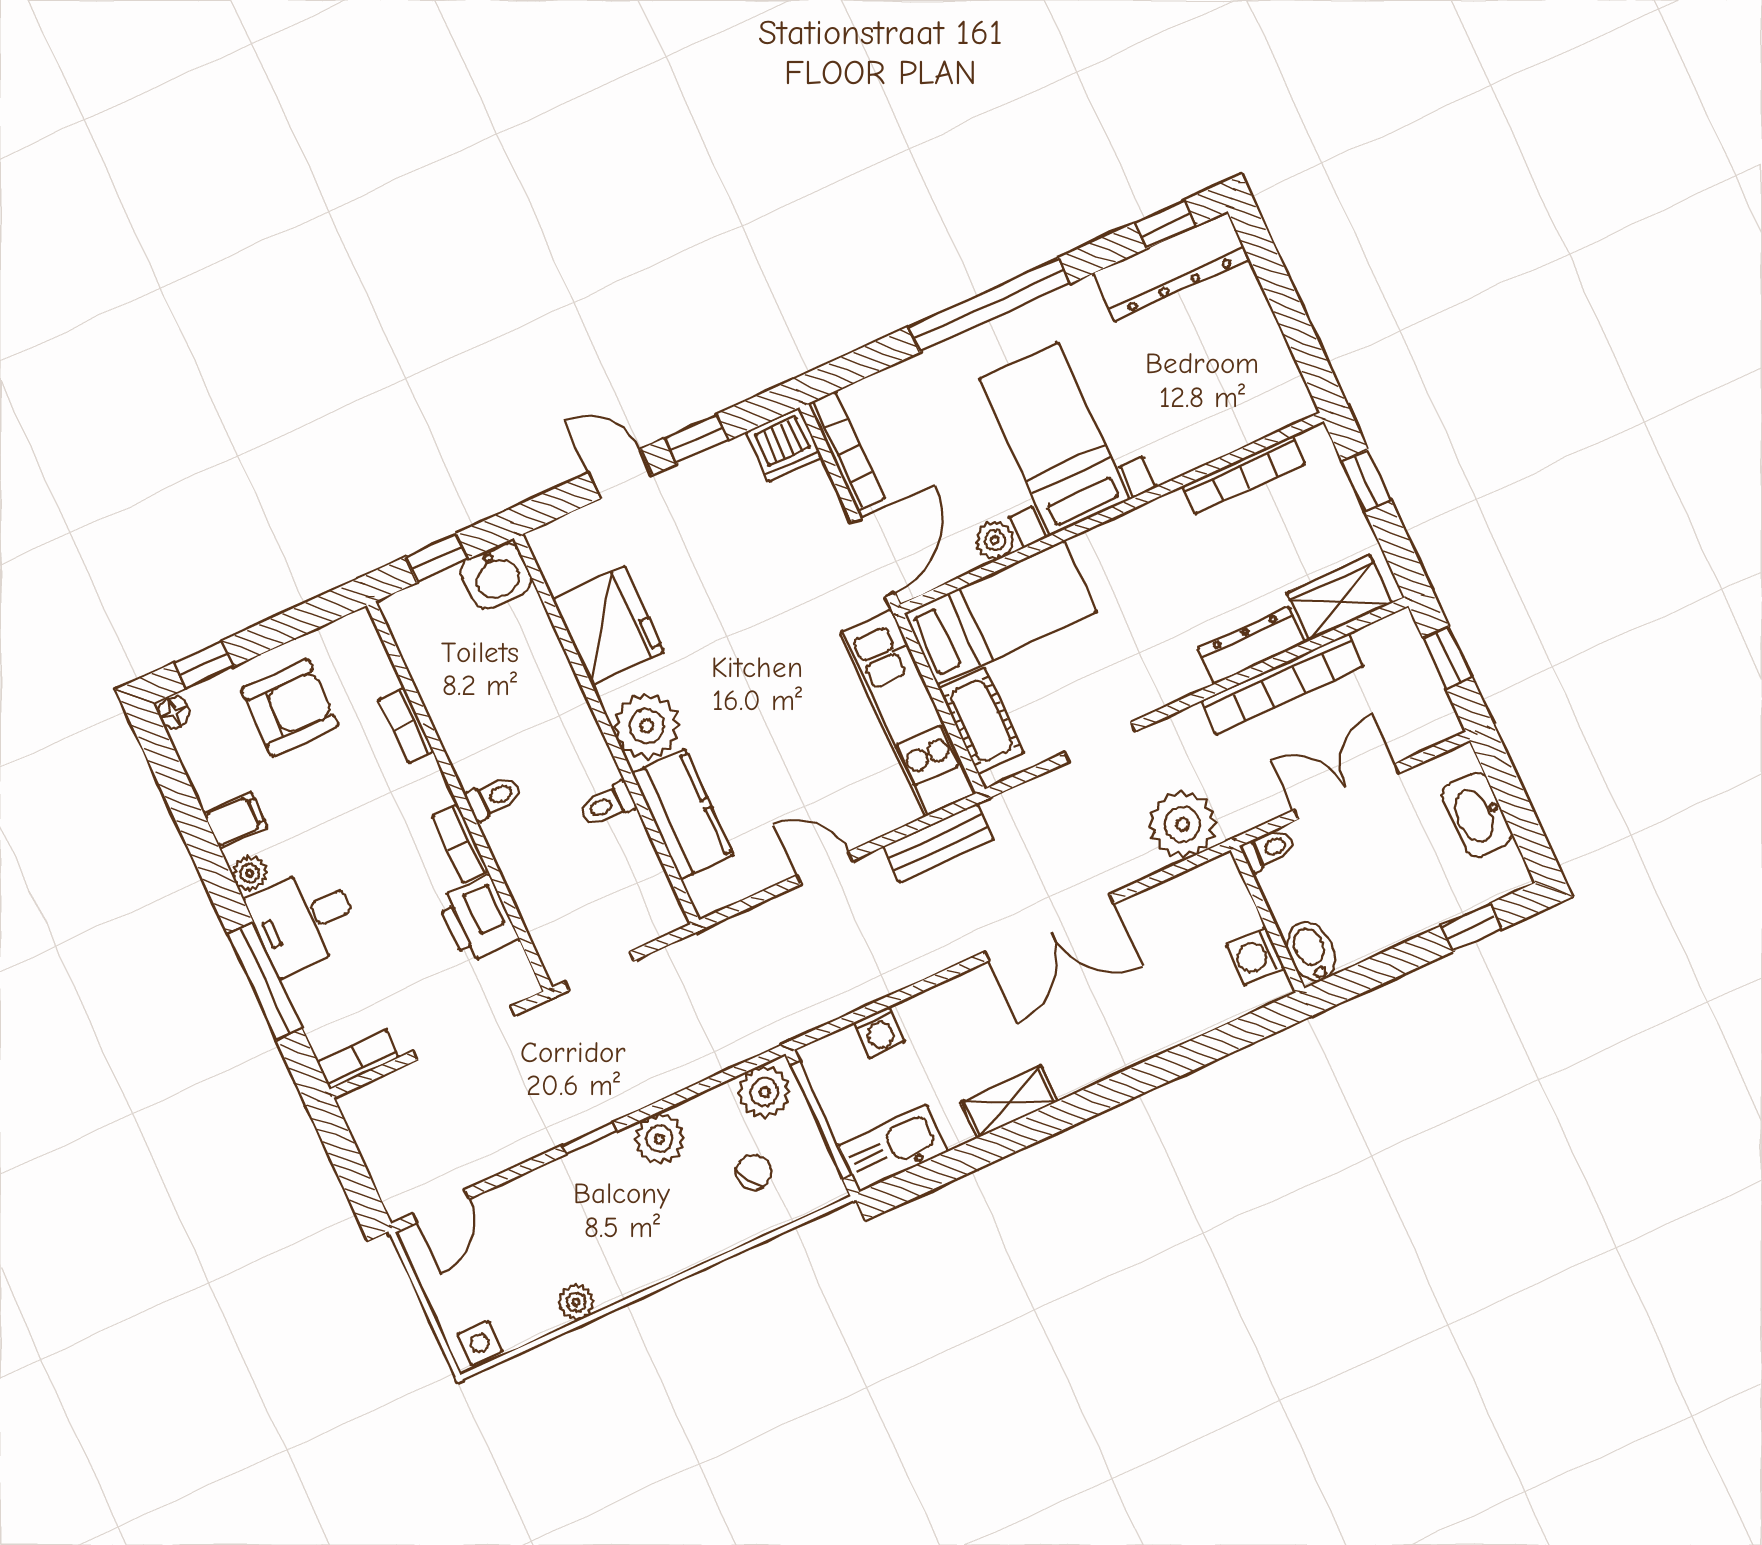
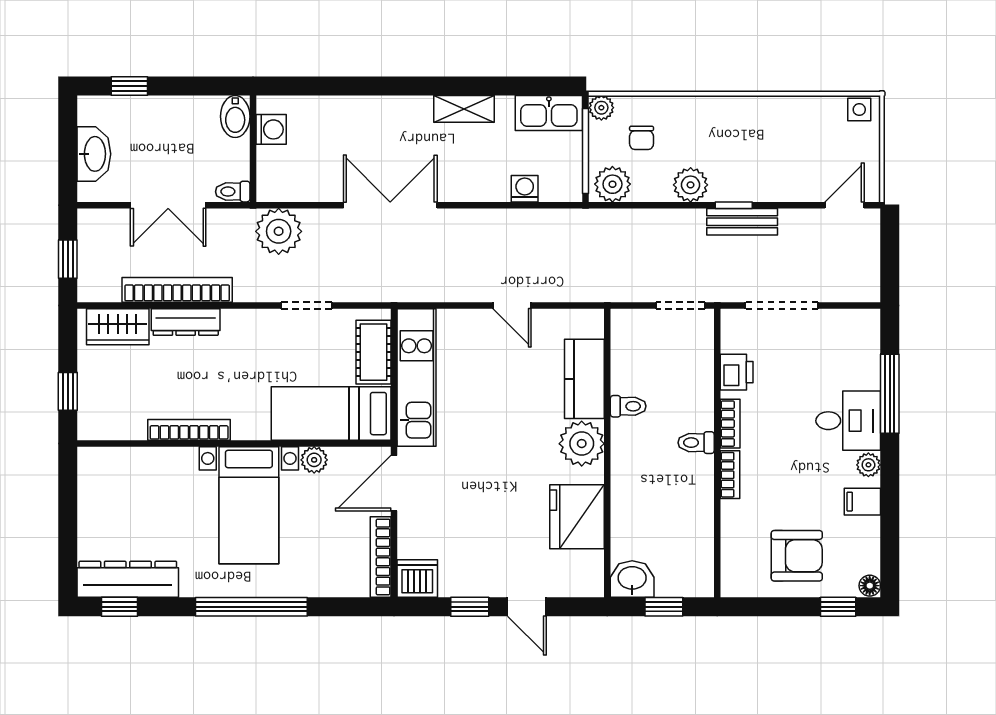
bookcase: (1244, 475) -> (189, 430), moved
armchair: (290, 708) -> (797, 556), turned 180
bookcase: (406, 725) -> (730, 475), moved
bench: (938, 843) -> (742, 222), moved
printer: (478, 919) -> (737, 372), width x0.73, depth x0.81
bookcase: (358, 1059) -> (854, 319), removed
chair: (754, 1172) -> (642, 138), turned -57
plant: (576, 1302) -> (601, 108), moved

